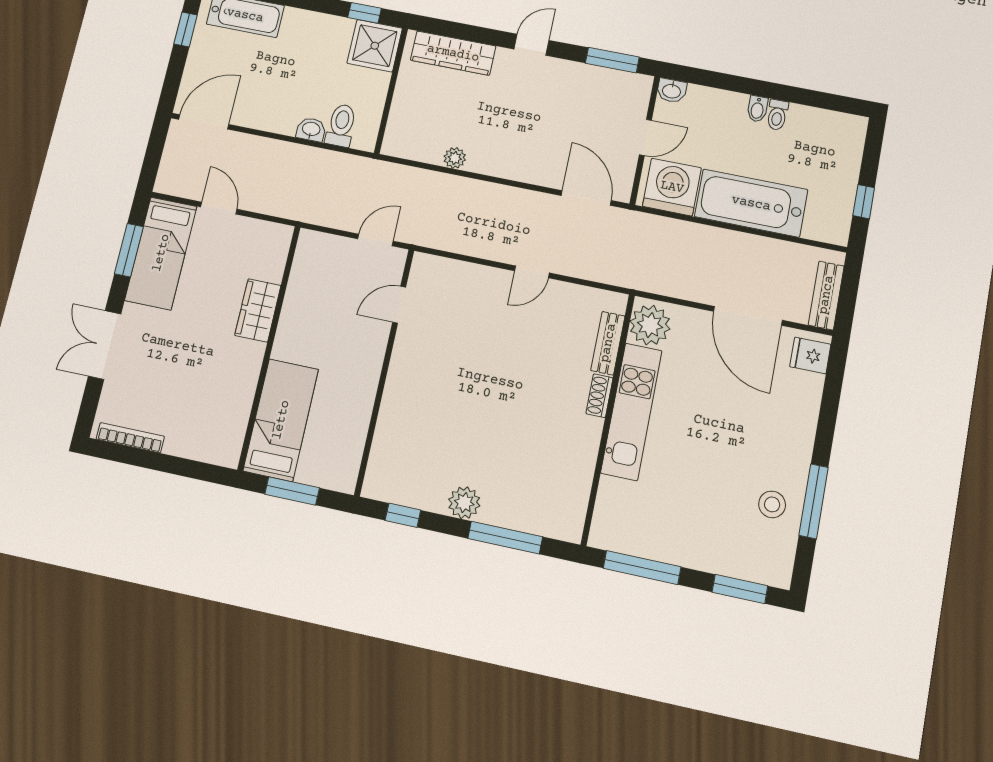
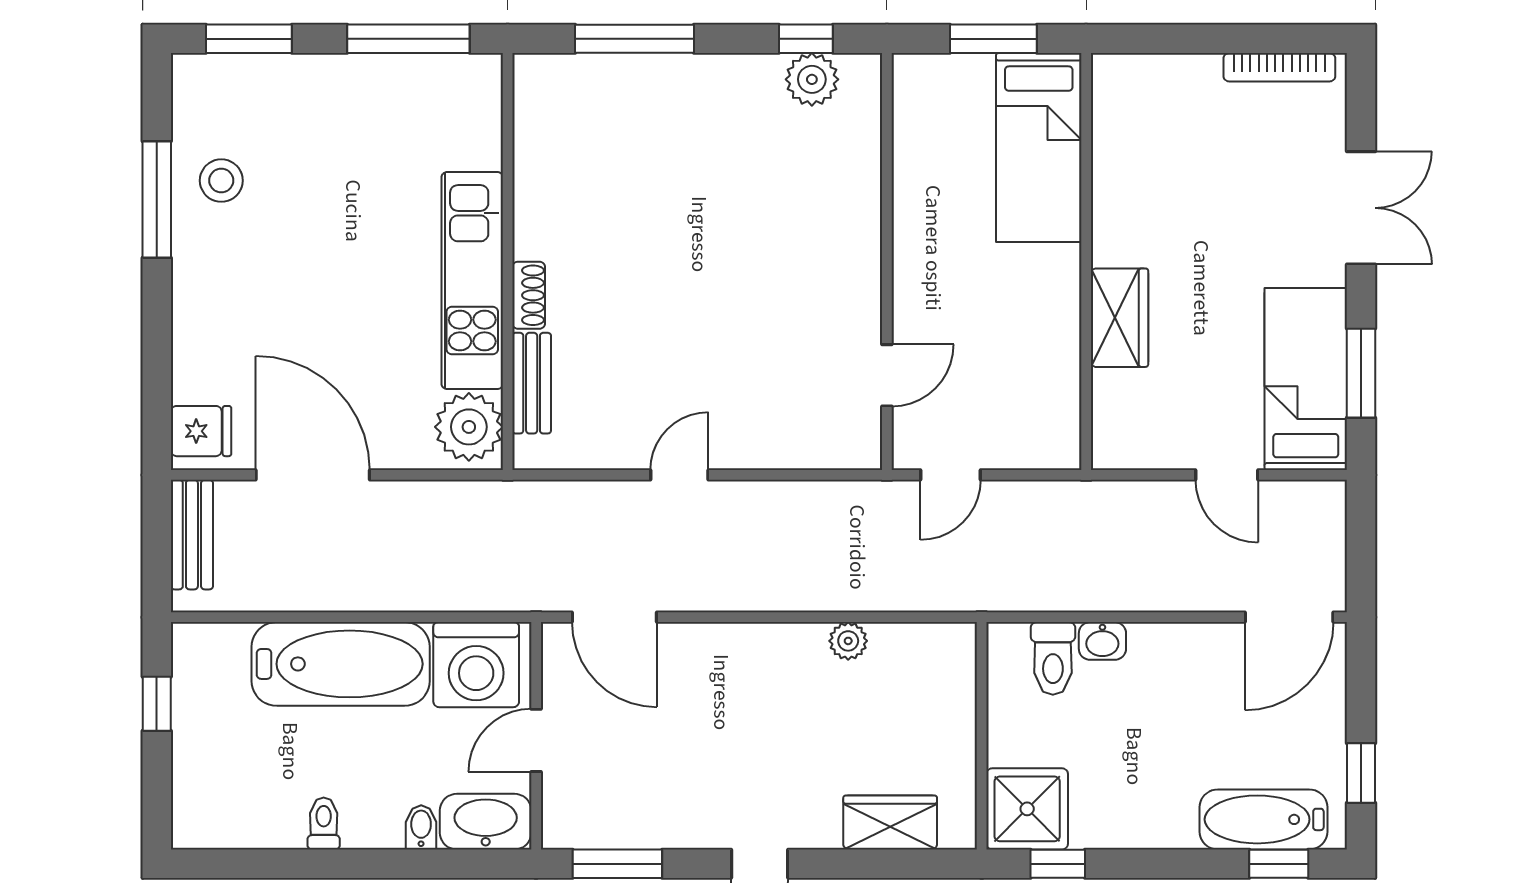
wardrobe: (453, 53) -> (890, 822), width x0.67
washbasin: (672, 91) -> (486, 822), width x1.91, depth x1.45
bidet: (757, 109) -> (421, 827), moved
plant: (464, 503) -> (812, 79), moved

